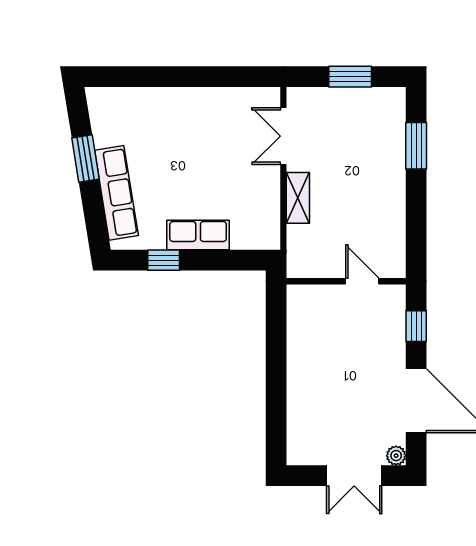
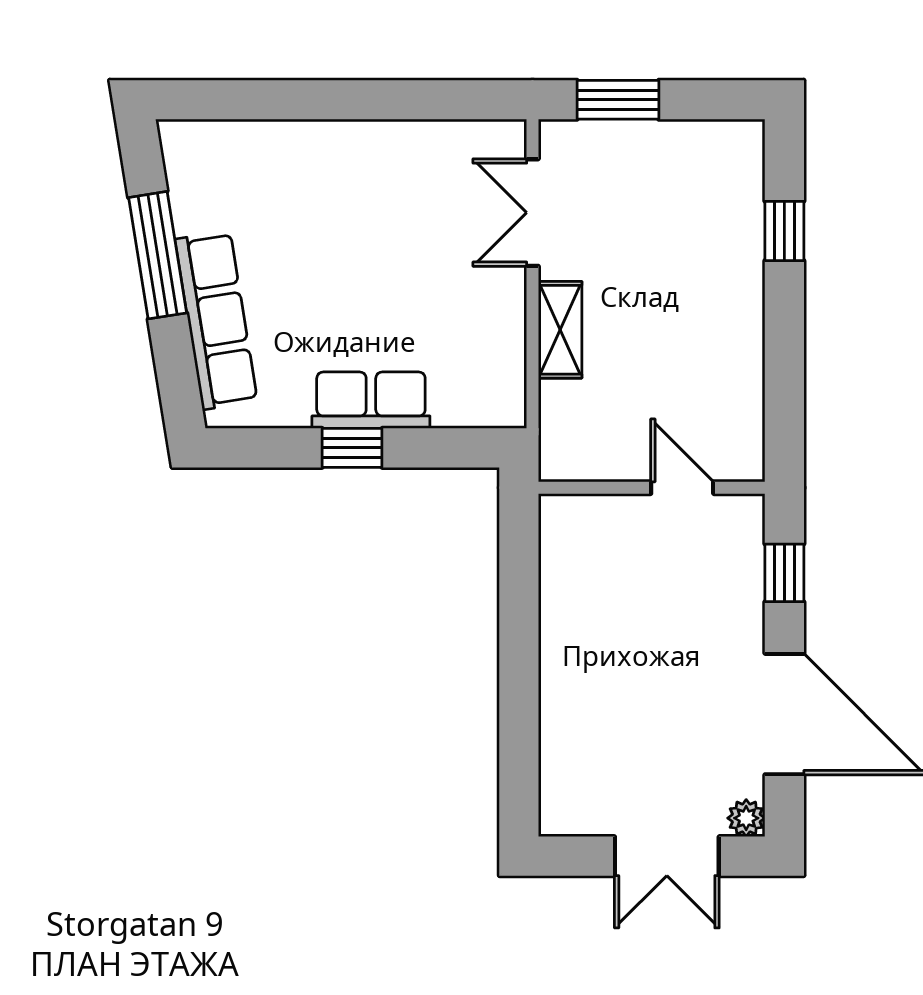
window: (350, 77) -> (618, 100), moved
window: (416, 146) -> (784, 231), width x0.67
window: (85, 159) -> (158, 255), width x1.44
window: (164, 260) -> (352, 448), moved

